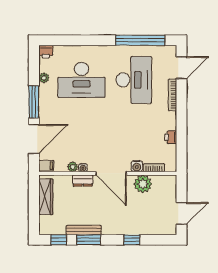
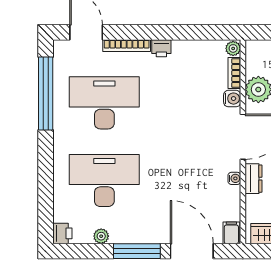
desk: (81, 80) -> (104, 180), turned -90
printer: (171, 137) -> (161, 48), moved
plant: (73, 167) -> (233, 48), moved

